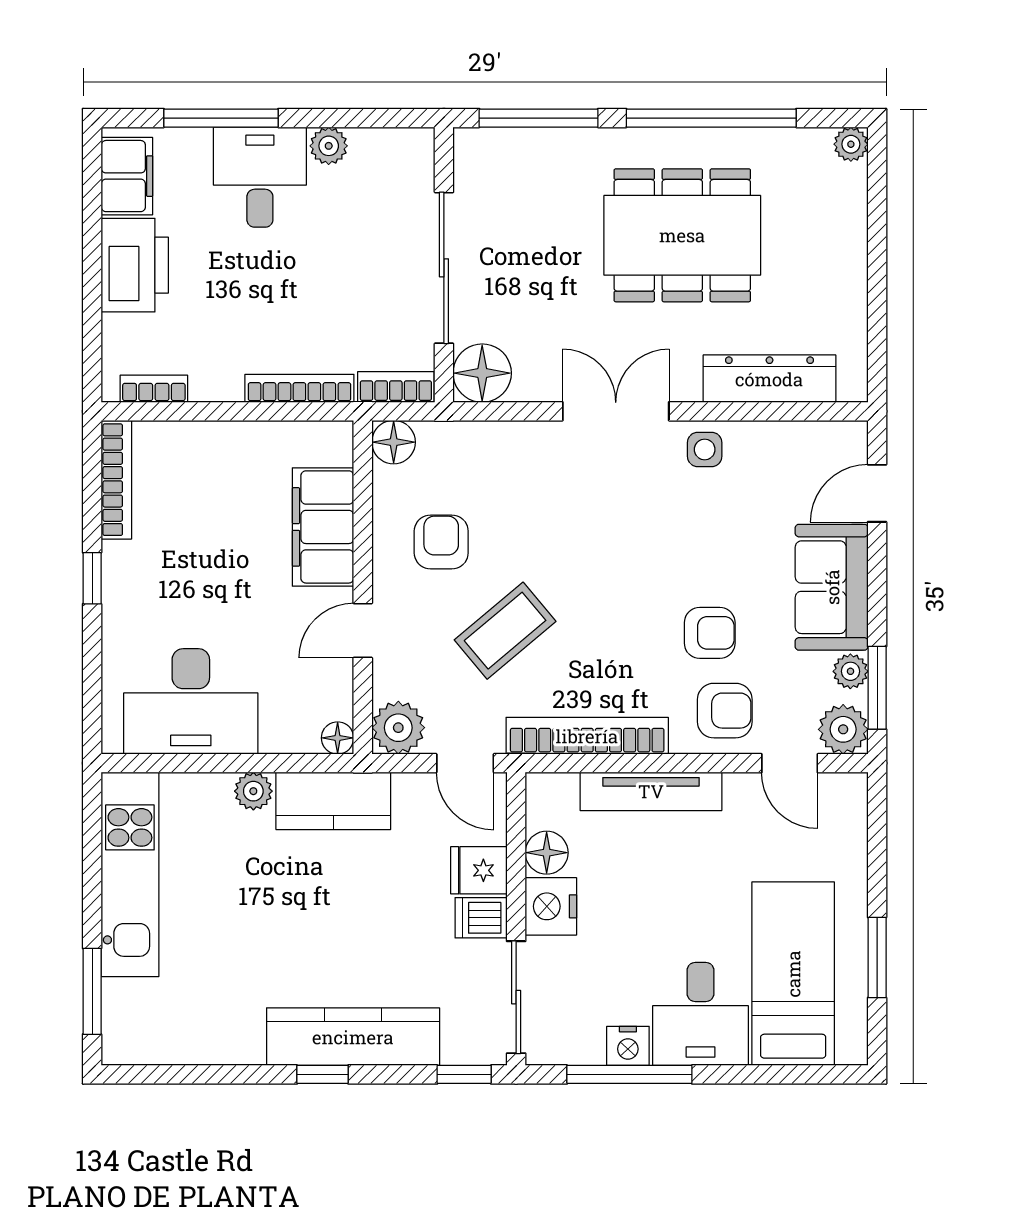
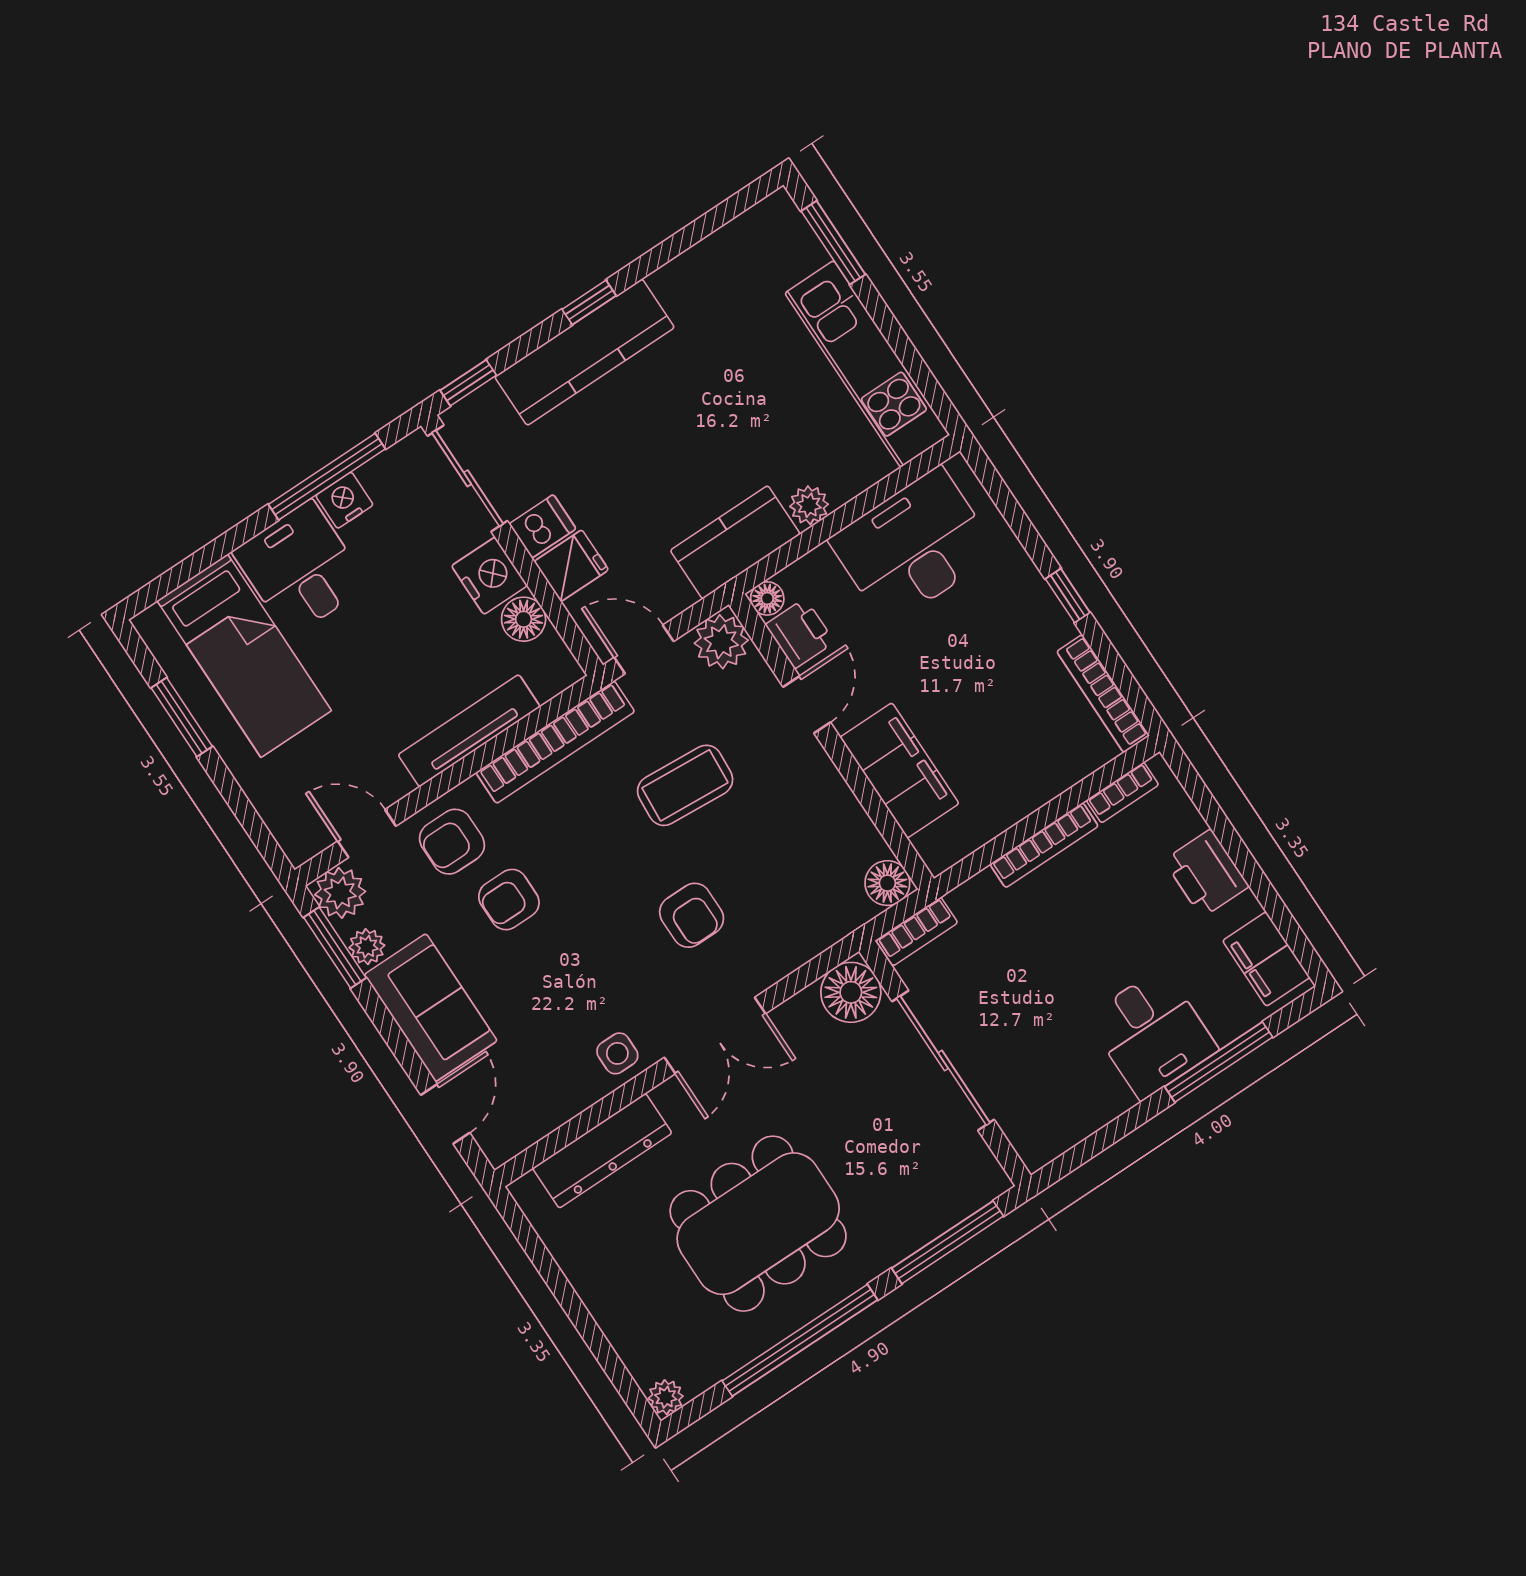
plant: (329, 146) -> (1111, 1099), removed
printer: (135, 265) -> (1206, 873), width x0.73, depth x0.84
bookcase: (299, 388) -> (1044, 845), moved
armchair: (441, 542) -> (692, 915), moved
coffee table: (505, 631) -> (685, 785), turned 44
printer: (330, 692) -> (800, 633), added

